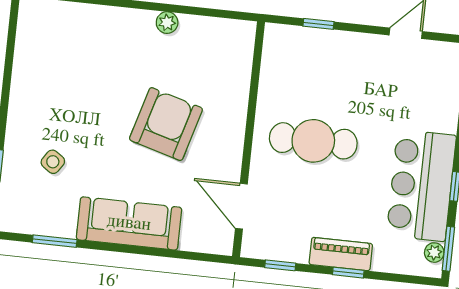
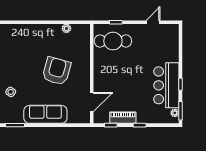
plant: (167, 23) -> (66, 28), moved
cafe table: (313, 141) -> (113, 41), moved
door: (241, 206) -> (92, 102), swing flipped
piano: (341, 254) -> (123, 118), moved

